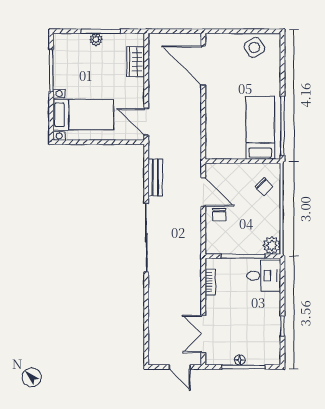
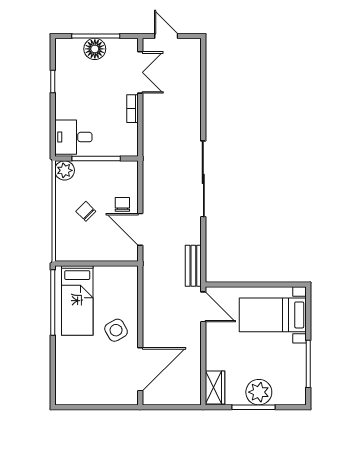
plant: (96, 39) -> (259, 392), width x1.87, depth x1.87
side table: (254, 47) -> (116, 330), moved
wardrobe: (136, 62) -> (215, 387), moved
door: (203, 66) -> (140, 369), hinge flipped
bench: (155, 177) -> (193, 266), moved
chair: (264, 187) -> (86, 211), moved
bookcase: (210, 282) -> (133, 109), moved
floor lamp: (240, 360) -> (95, 49), width x1.89, depth x1.89

